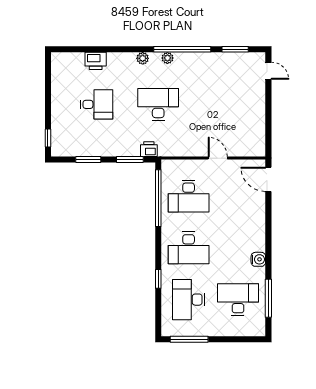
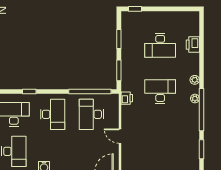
desk: (97, 104) -> (160, 45), width x1.37
desk: (158, 104) -> (160, 92), turned -90
printer: (149, 149) -> (127, 98), moved
door: (218, 158) -> (120, 136), swing flipped
desk: (189, 248) -> (53, 114), turned 180

